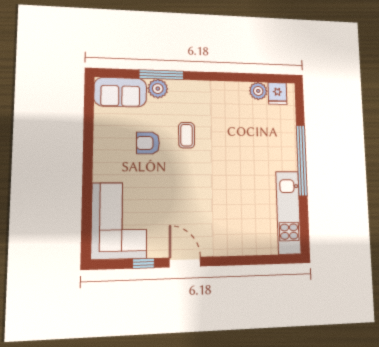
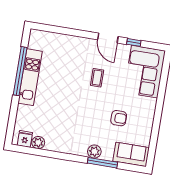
plant: (158, 89) -> (94, 152), moved
coffee table: (187, 135) -> (97, 78), moved
window: (302, 161) -> (20, 71), moved
kitchen unit: (288, 212) -> (30, 77), moved

